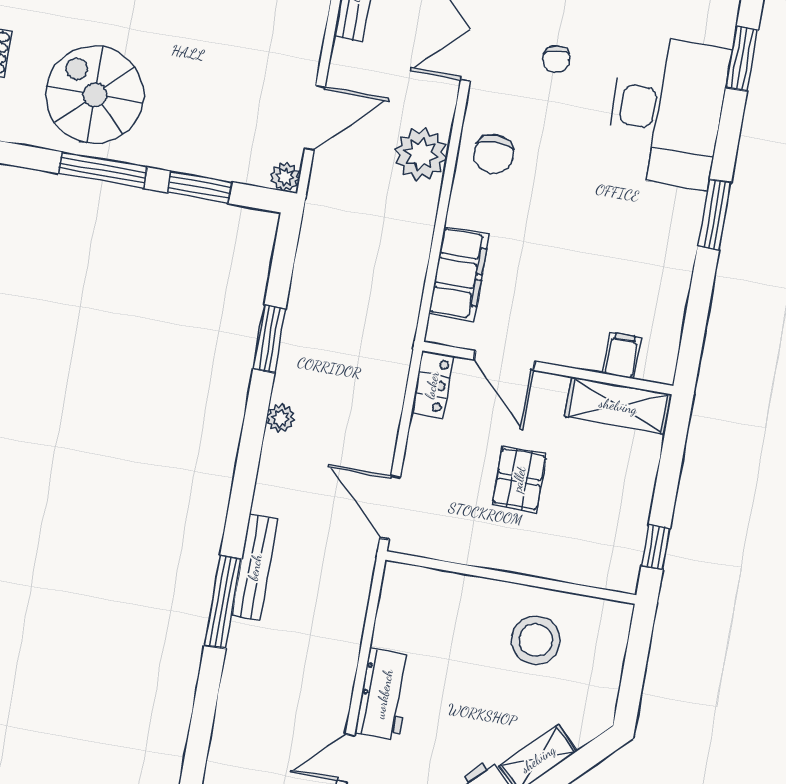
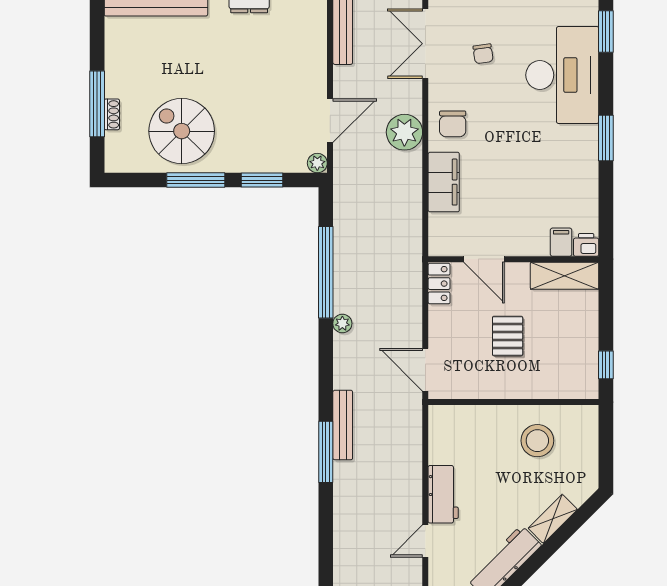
filing cabinet: (459, 274) -> (444, 182), moved
window: (269, 339) -> (326, 272), width x2.11
printer: (658, 366) -> (586, 245), added

